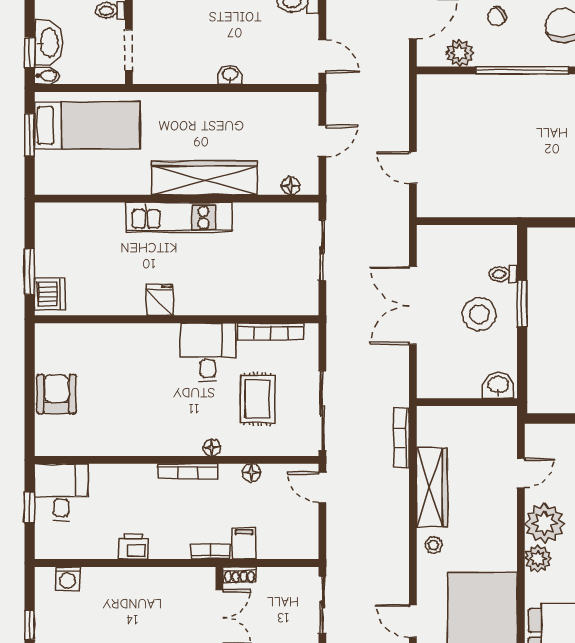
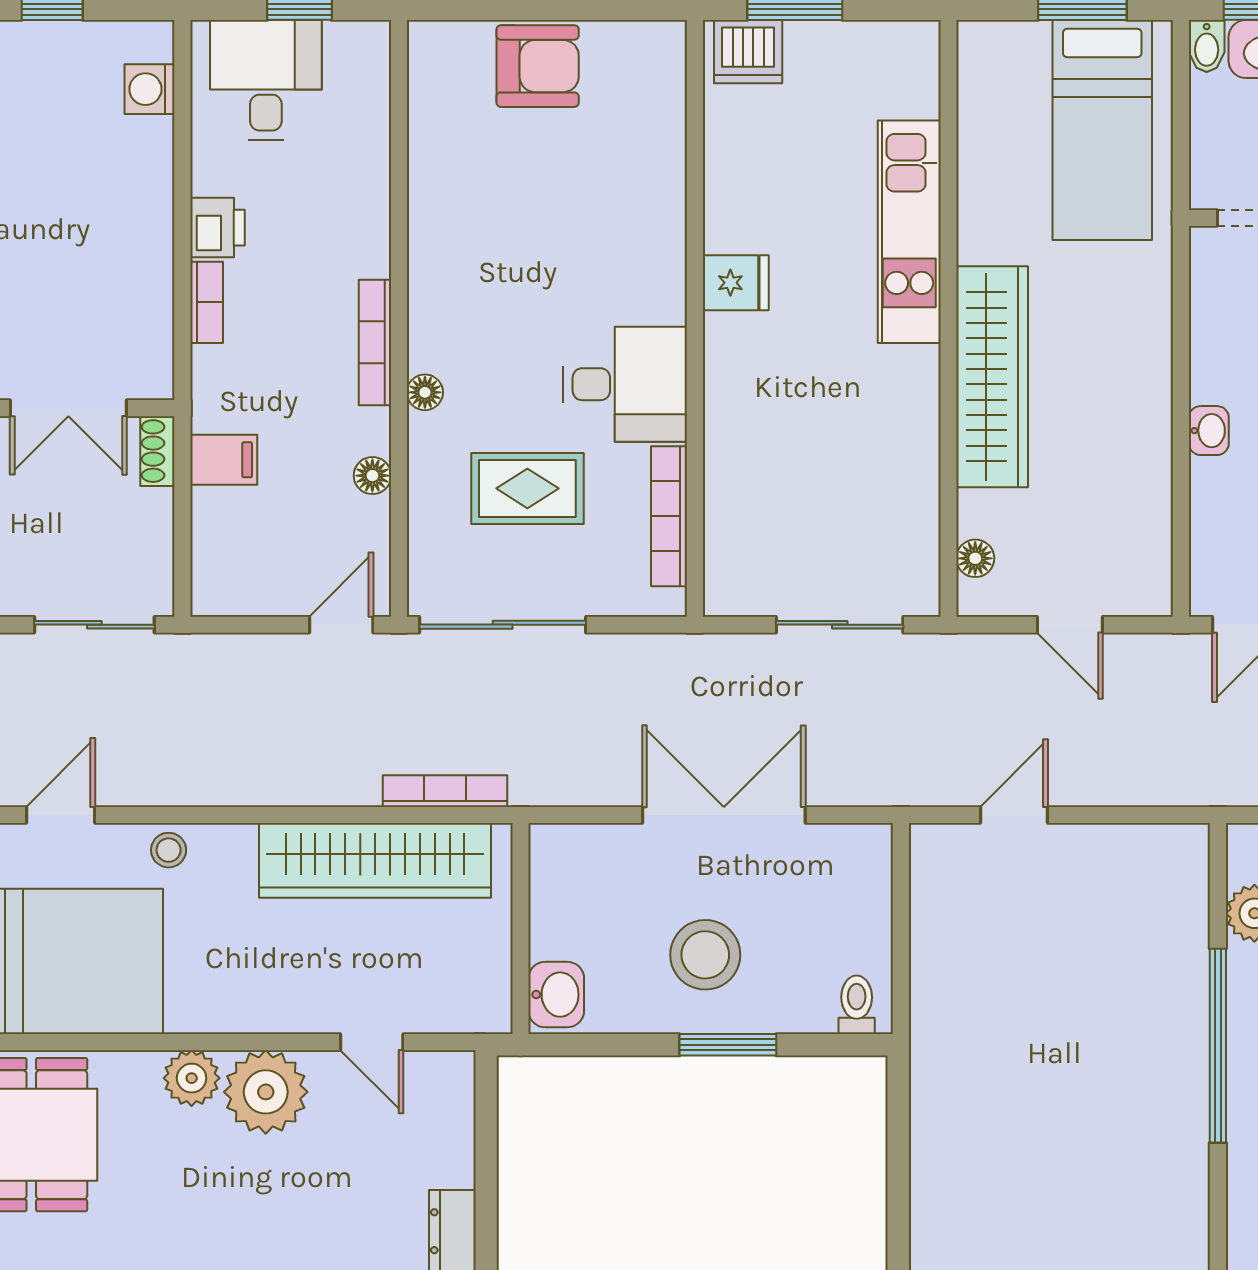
kitchen unit: (179, 217) -> (909, 232), moved
toilet: (503, 274) -> (857, 1005), moved
wardrobe: (432, 487) -> (375, 860), width x1.40, depth x1.17
desk: (61, 492) -> (266, 80), moved, turned -90
stool: (433, 545) -> (169, 850), moved
bookcase: (211, 552) -> (207, 302), moved

